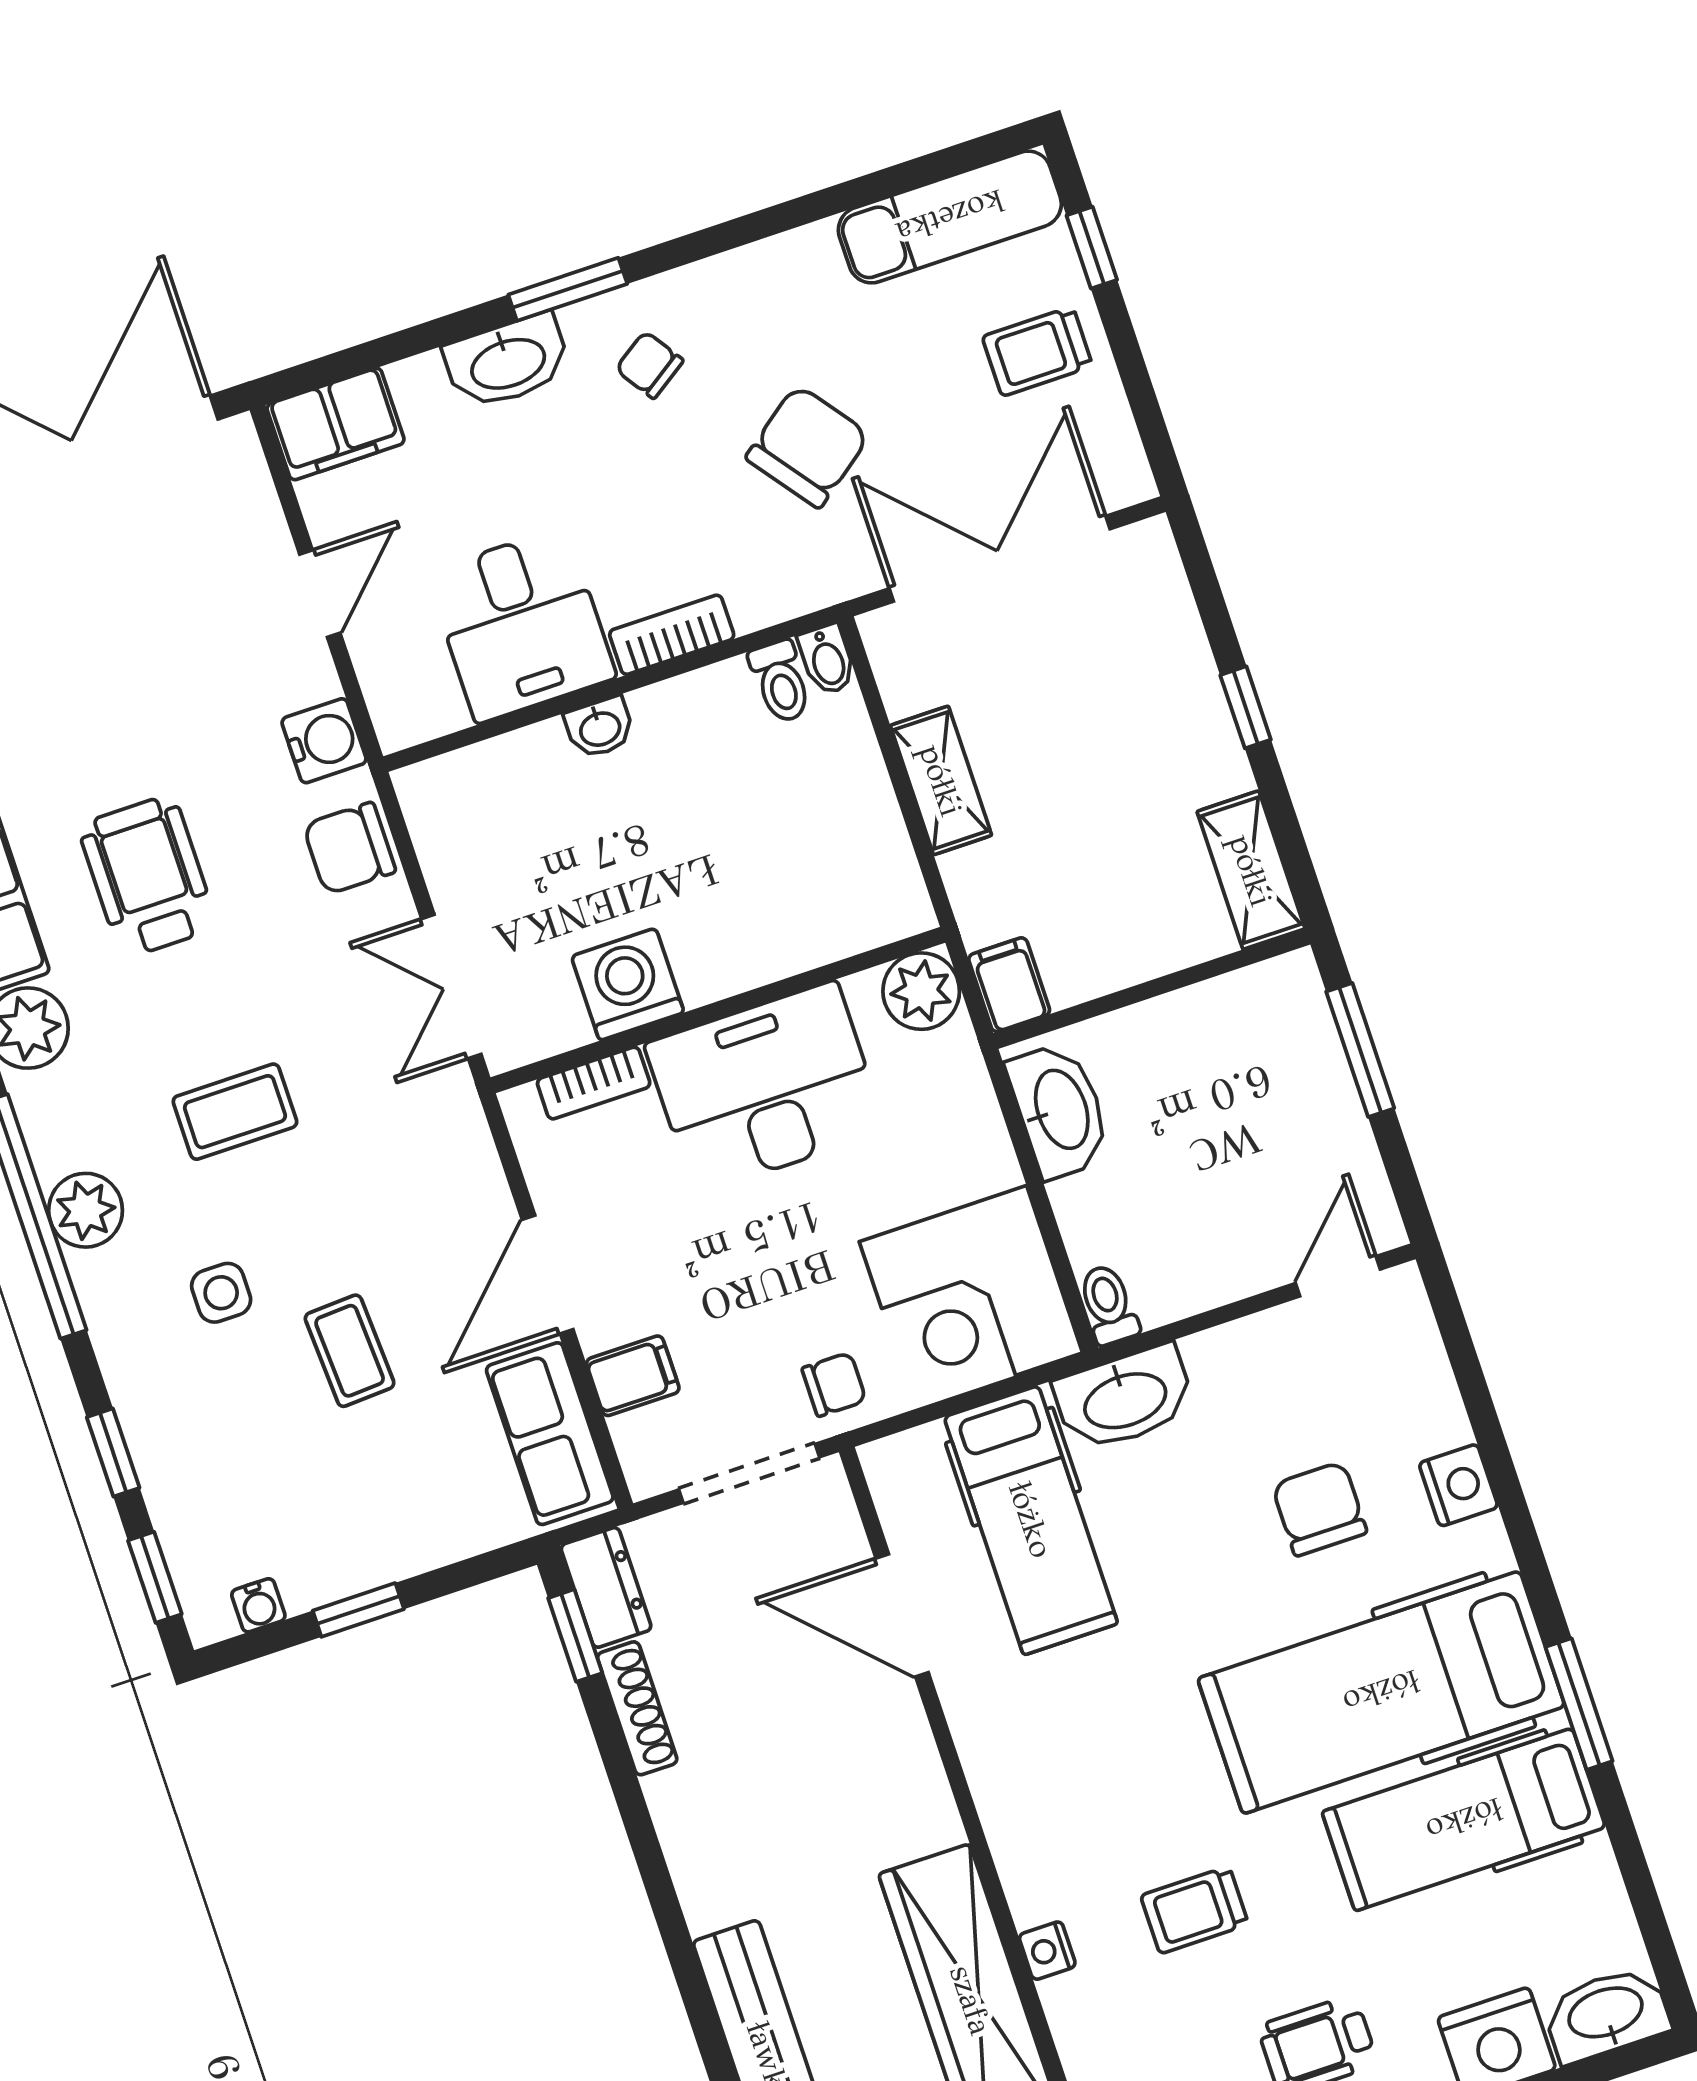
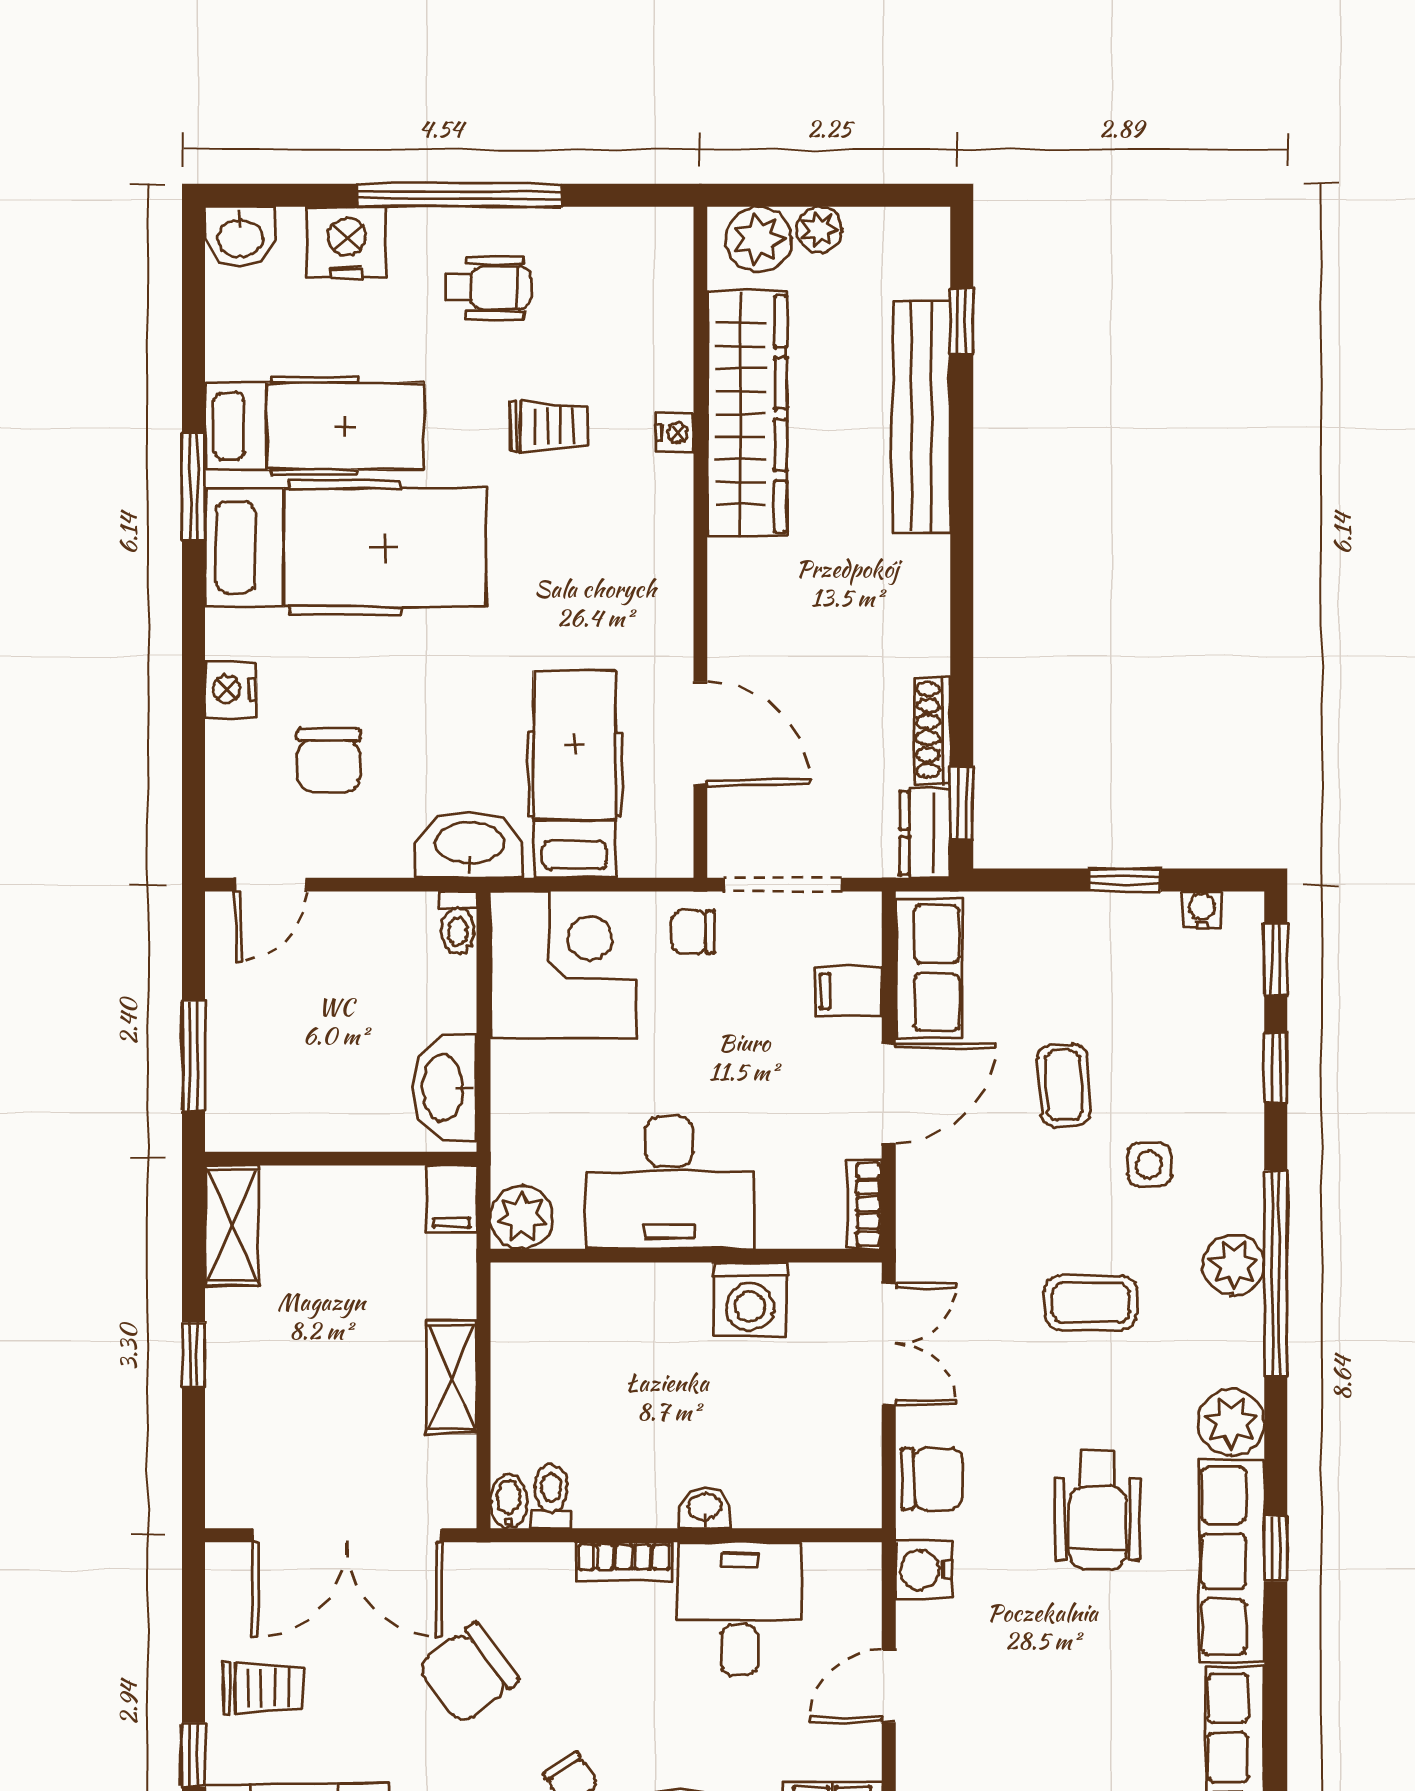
bookcase: (594, 1083) -> (864, 1204), moved, turned -90
chair: (1319, 1509) -> (329, 760), moved
washbasin: (1606, 2014) -> (240, 236), width x0.72

